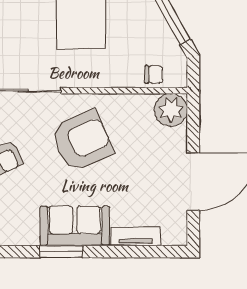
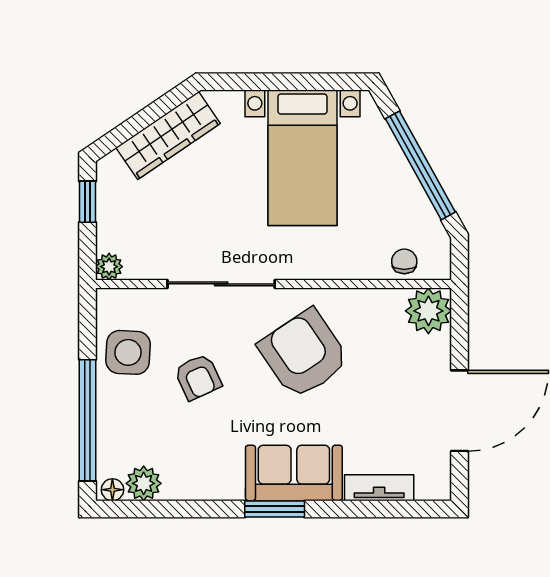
chair: (154, 74) -> (404, 261), turned -90
armchair: (82, 141) -> (304, 354), turned -100

